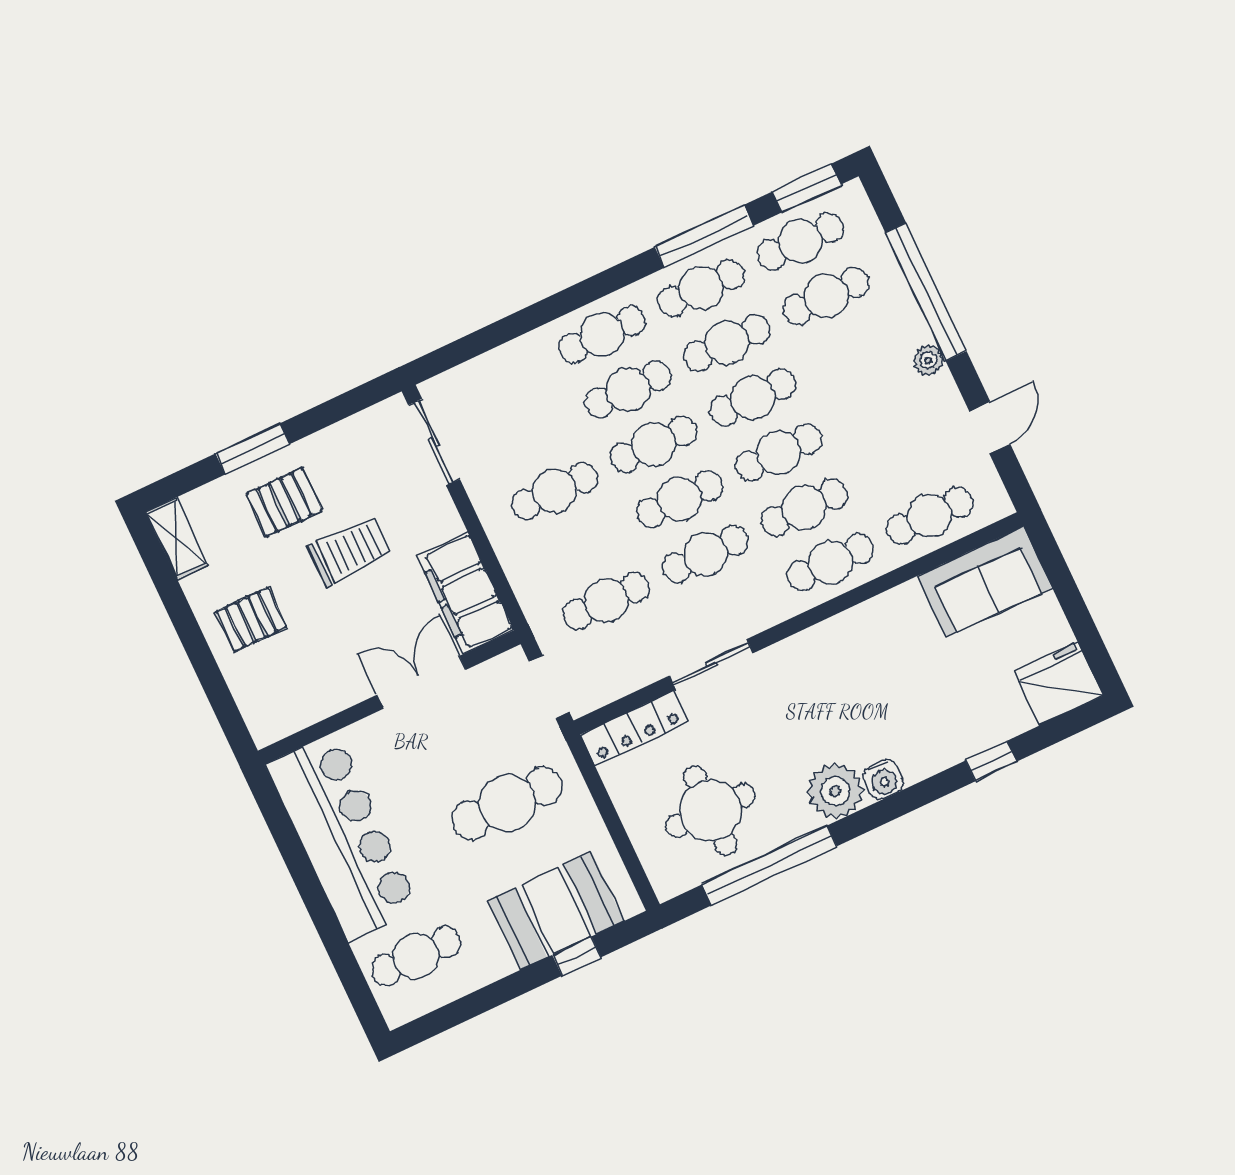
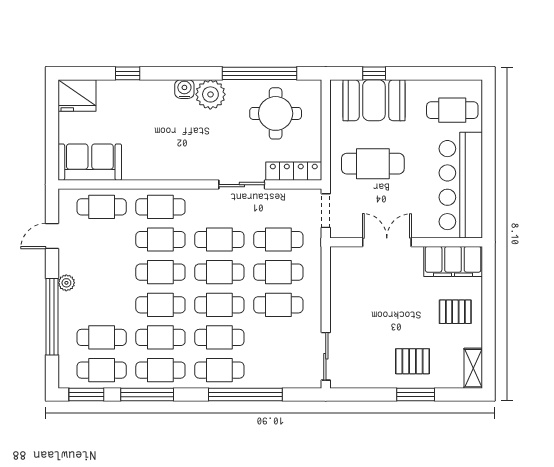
window: (539, 314) -> (245, 394), added
cafe table: (580, 546) -> (278, 272), added
trolley: (350, 551) -> (392, 322), removed
filing cabinet: (465, 593) -> (453, 261), moved, turned 90
double door: (422, 682) -> (387, 242), swing flipped

